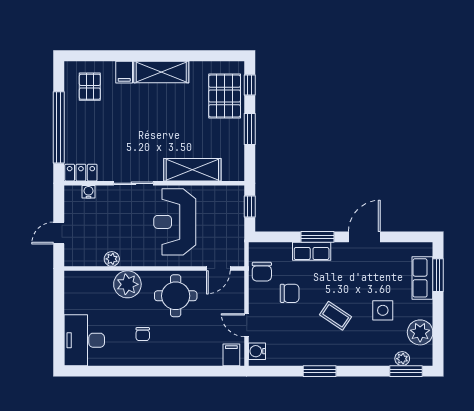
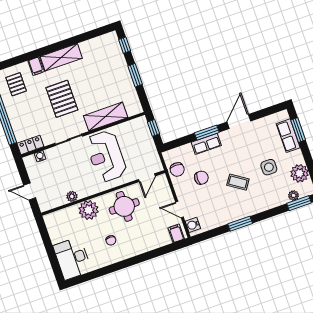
pallet: (225, 96) -> (62, 99), moved
door: (59, 233) -> (30, 191), hinge flipped

